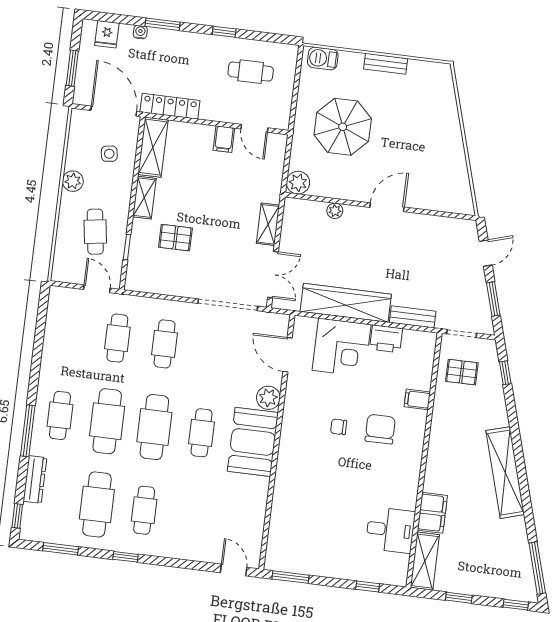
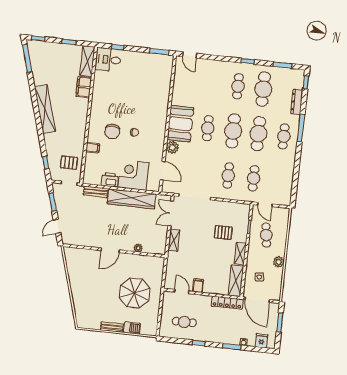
barbecue: (323, 58) -> (132, 328), moved
plant: (298, 183) -> (158, 263), removed
desk: (390, 530) -> (108, 60), moved

